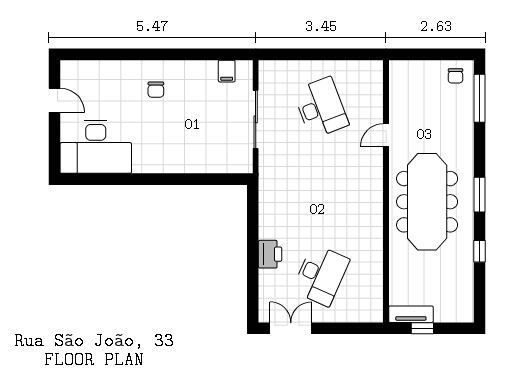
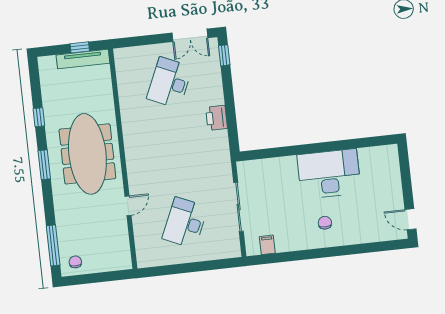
door: (54, 100) -> (410, 219), moved
desk: (321, 108) -> (185, 223), turned 45
desk: (96, 147) -> (329, 174), moved
printer: (270, 254) -> (217, 118), moved
window: (253, 300) -> (224, 55), added
tv unit: (411, 314) -> (83, 59), width x1.41

